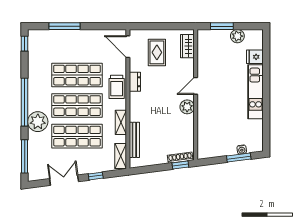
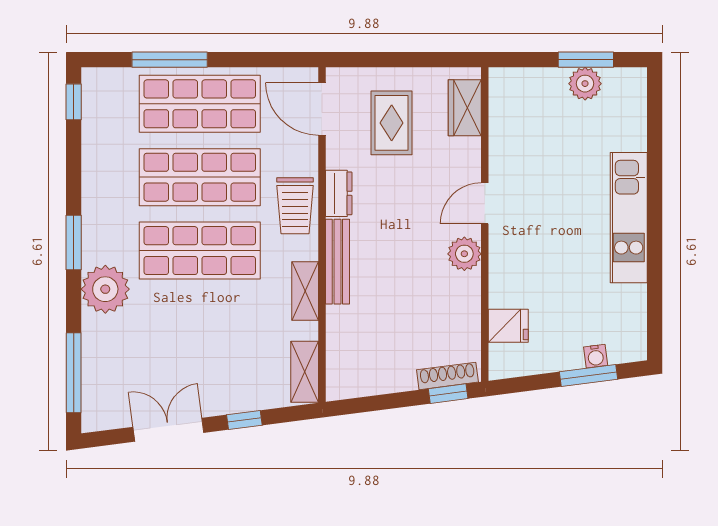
window: (222, 26) -> (586, 60), moved
fridge: (255, 57) -> (508, 326), moved, turned 180
window: (25, 102) -> (74, 243), width x0.47
shop shelf: (77, 136) -> (200, 104), moved
bench: (134, 140) -> (337, 262), moved

